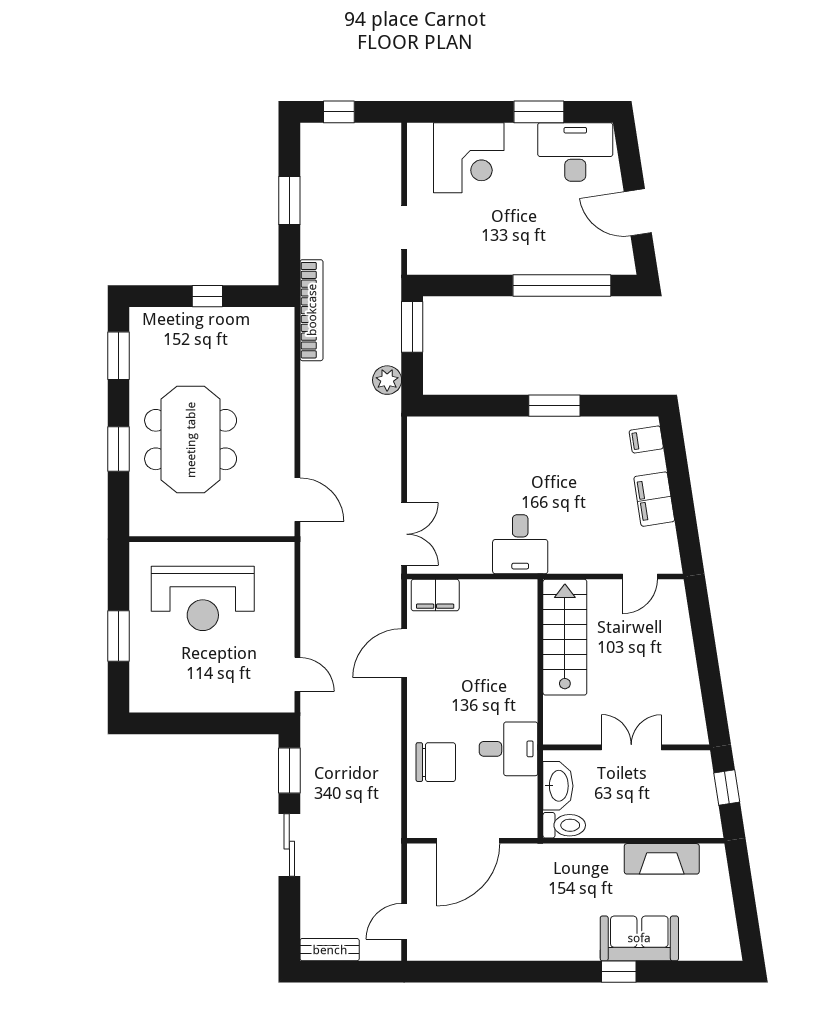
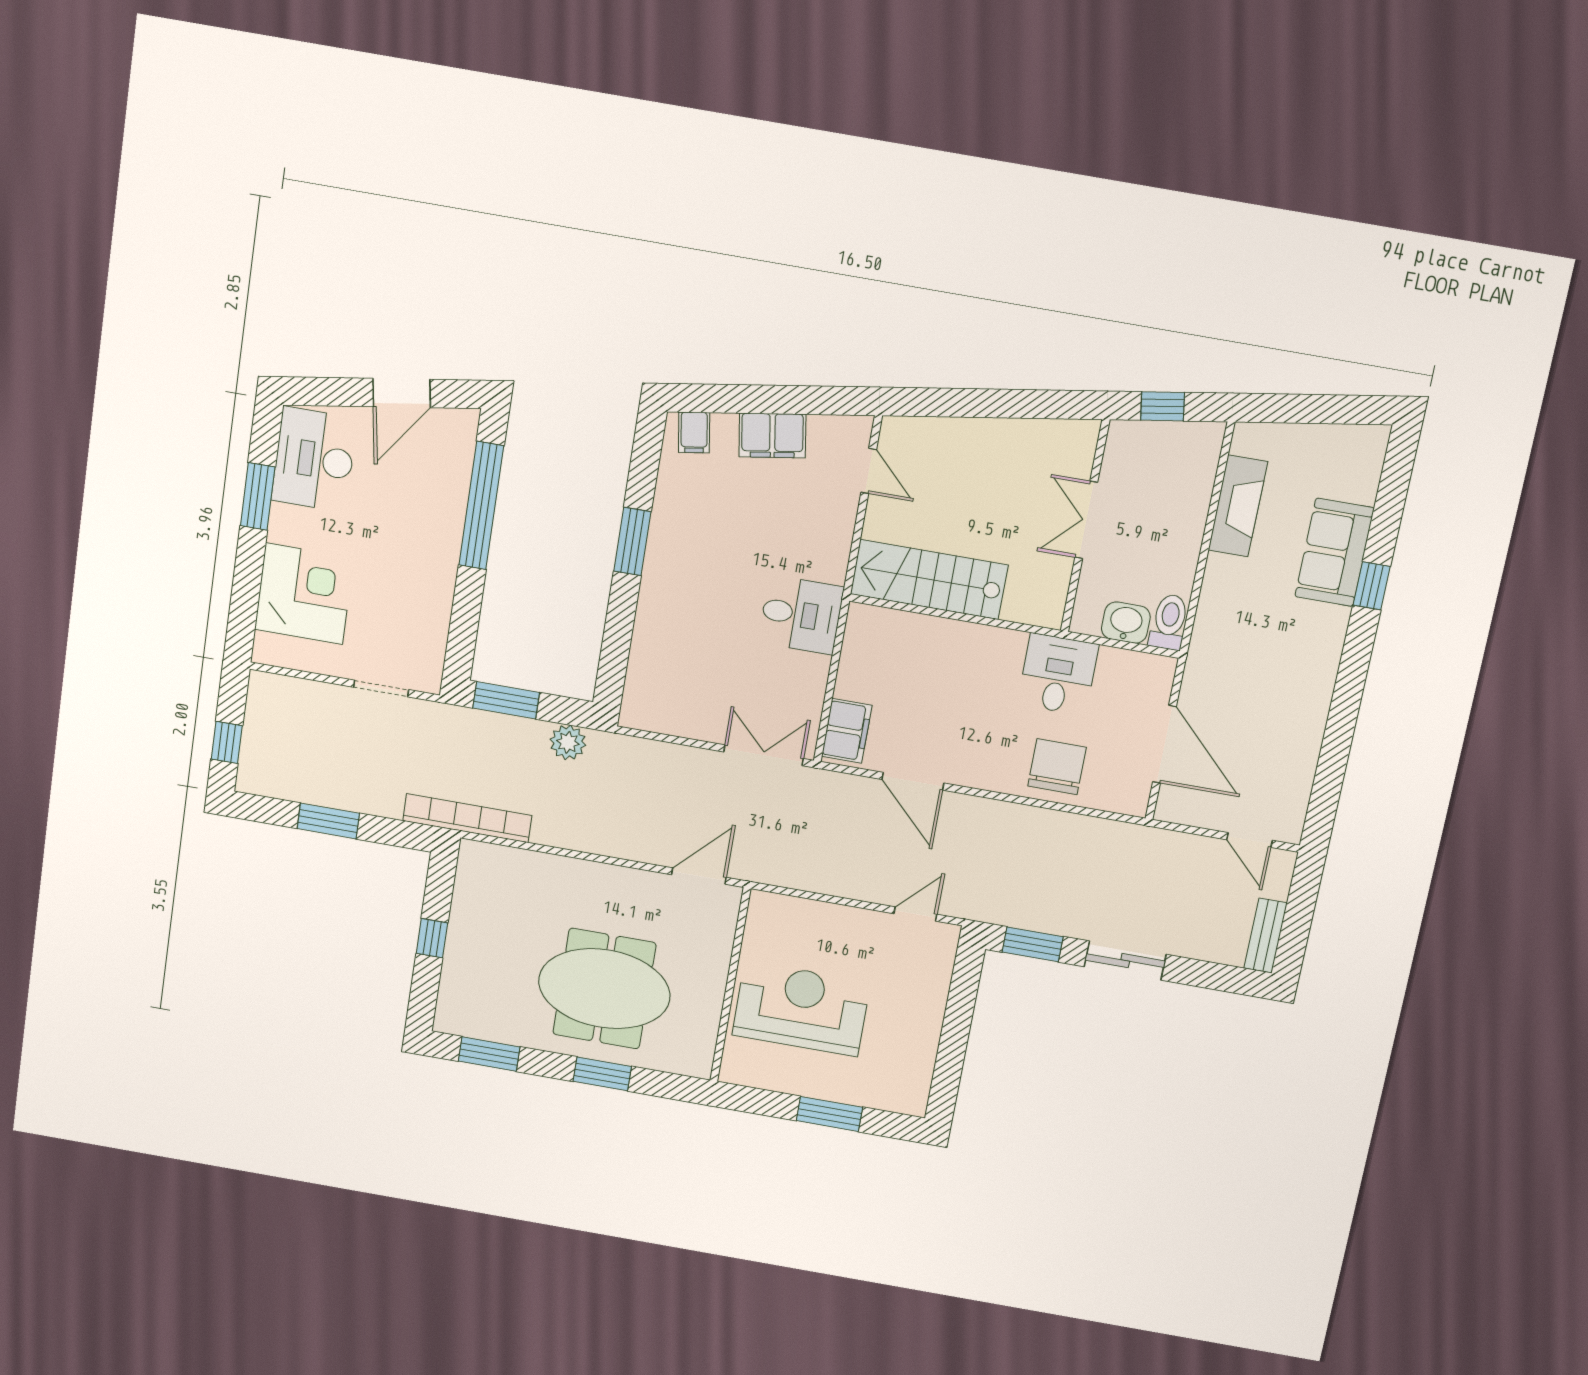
reception desk: (203, 598) -> (801, 1009), turned -90
washbasin: (558, 786) -> (1126, 623), width x0.72

